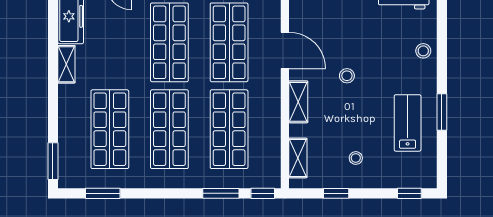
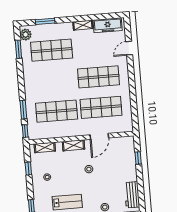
shop shelf: (169, 129) -> (54, 81), removed
window: (53, 161) -> (45, 21), moved
plant: (75, 177) -> (26, 35), added

